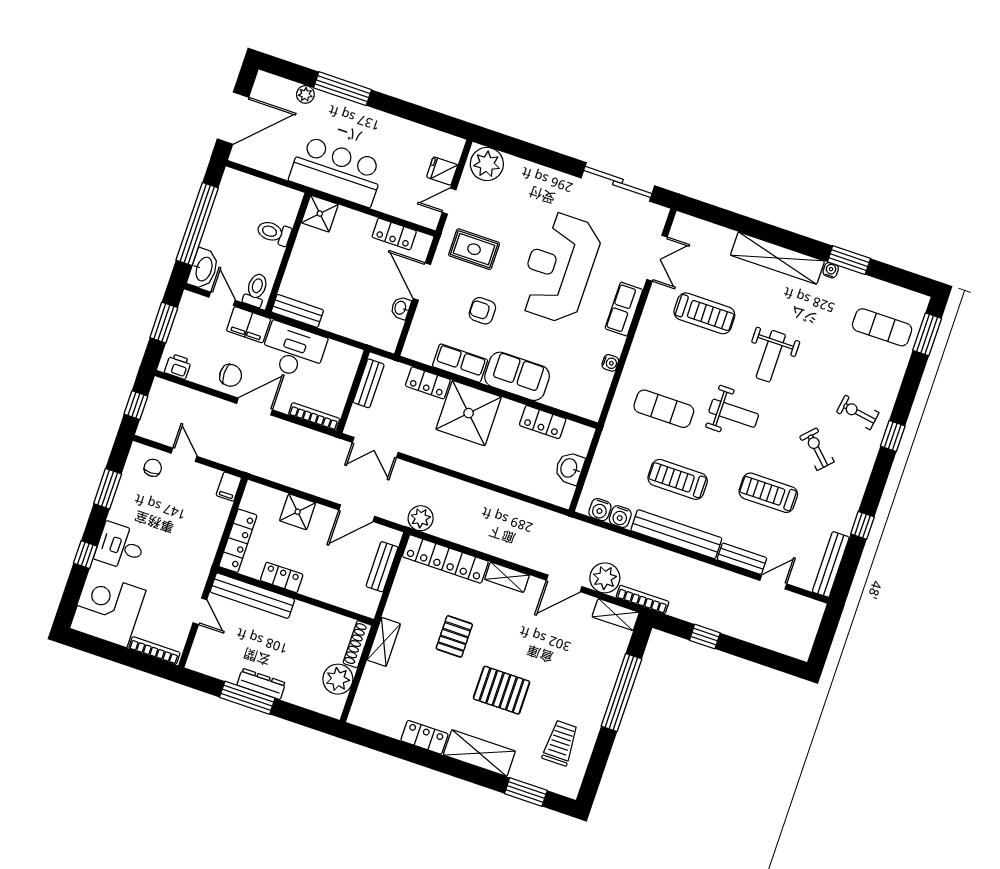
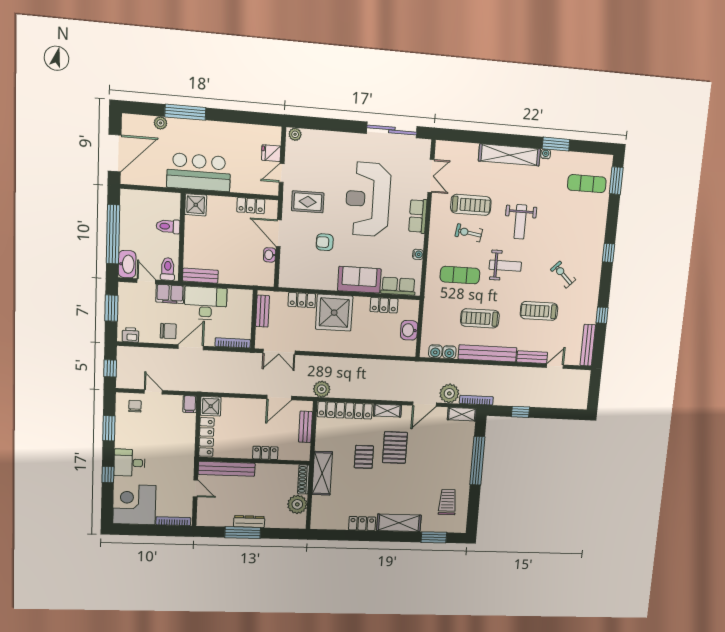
plant: (487, 164) -> (295, 134), width x0.53, depth x0.53
row of seats: (460, 363) -> (398, 286), moved
exercise bike: (858, 412) -> (469, 233), moved
shower: (298, 512) -> (211, 406), moved
locker: (282, 577) -> (265, 453), moved
shelving: (384, 642) -> (322, 473), width x1.50, depth x1.33
pallet: (502, 690) -> (395, 448), moved, turned 90

